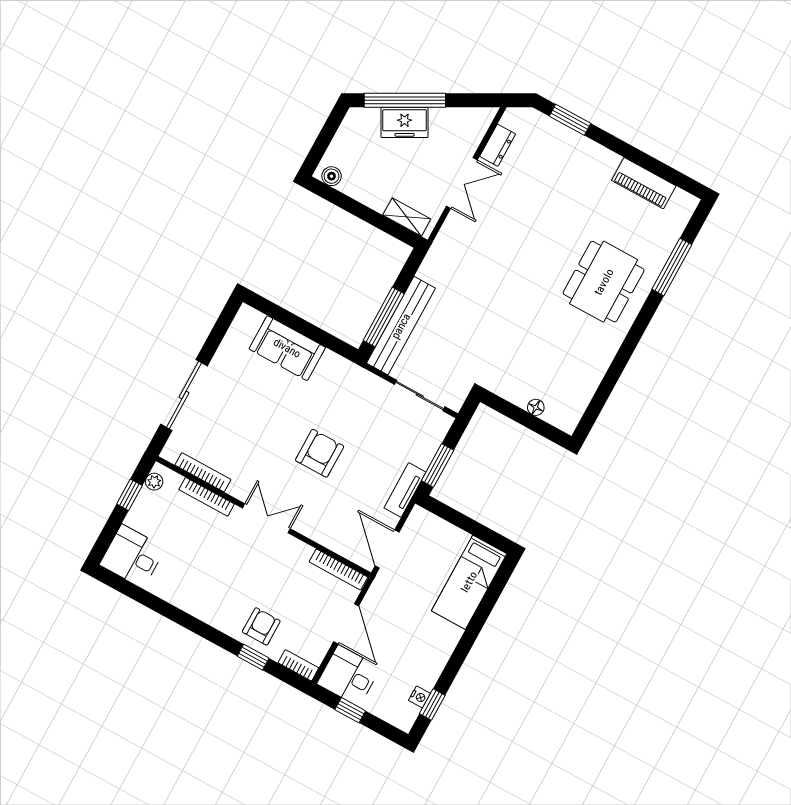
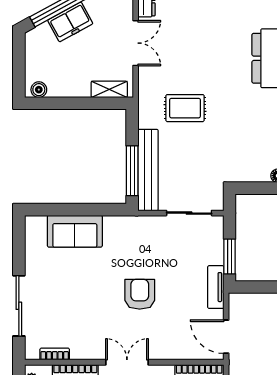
rug: (477, 281) -> (185, 108), added
bookcase: (203, 472) -> (55, 354), width x0.64

